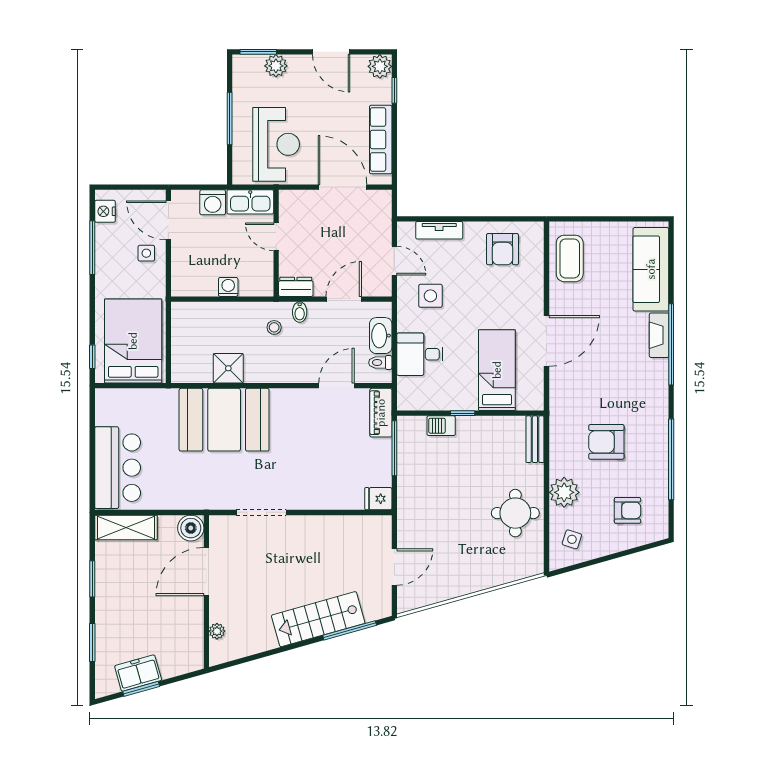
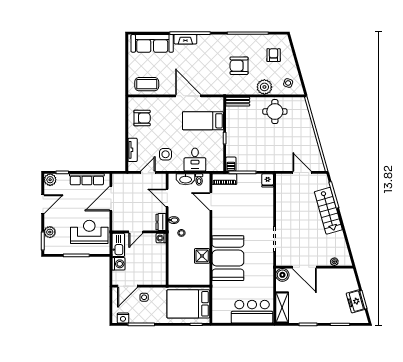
washing machine: (228, 287) -> (161, 238), moved
barbecue: (441, 426) -> (231, 164), moved
armchair: (606, 442) -> (239, 66), turned 90

